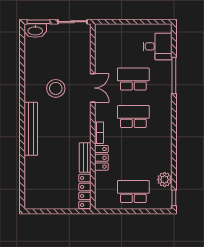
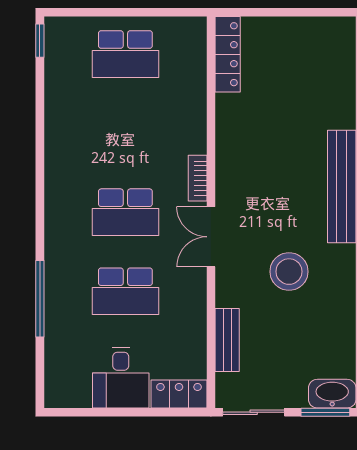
desk: (157, 46) -> (121, 378), moved, turned -90
double door: (93, 88) -> (211, 237), moved
bench: (85, 157) -> (227, 340), moved
locker: (101, 158) -> (179, 394), moved, turned 90
plant: (165, 180) -> (60, 79), removed

